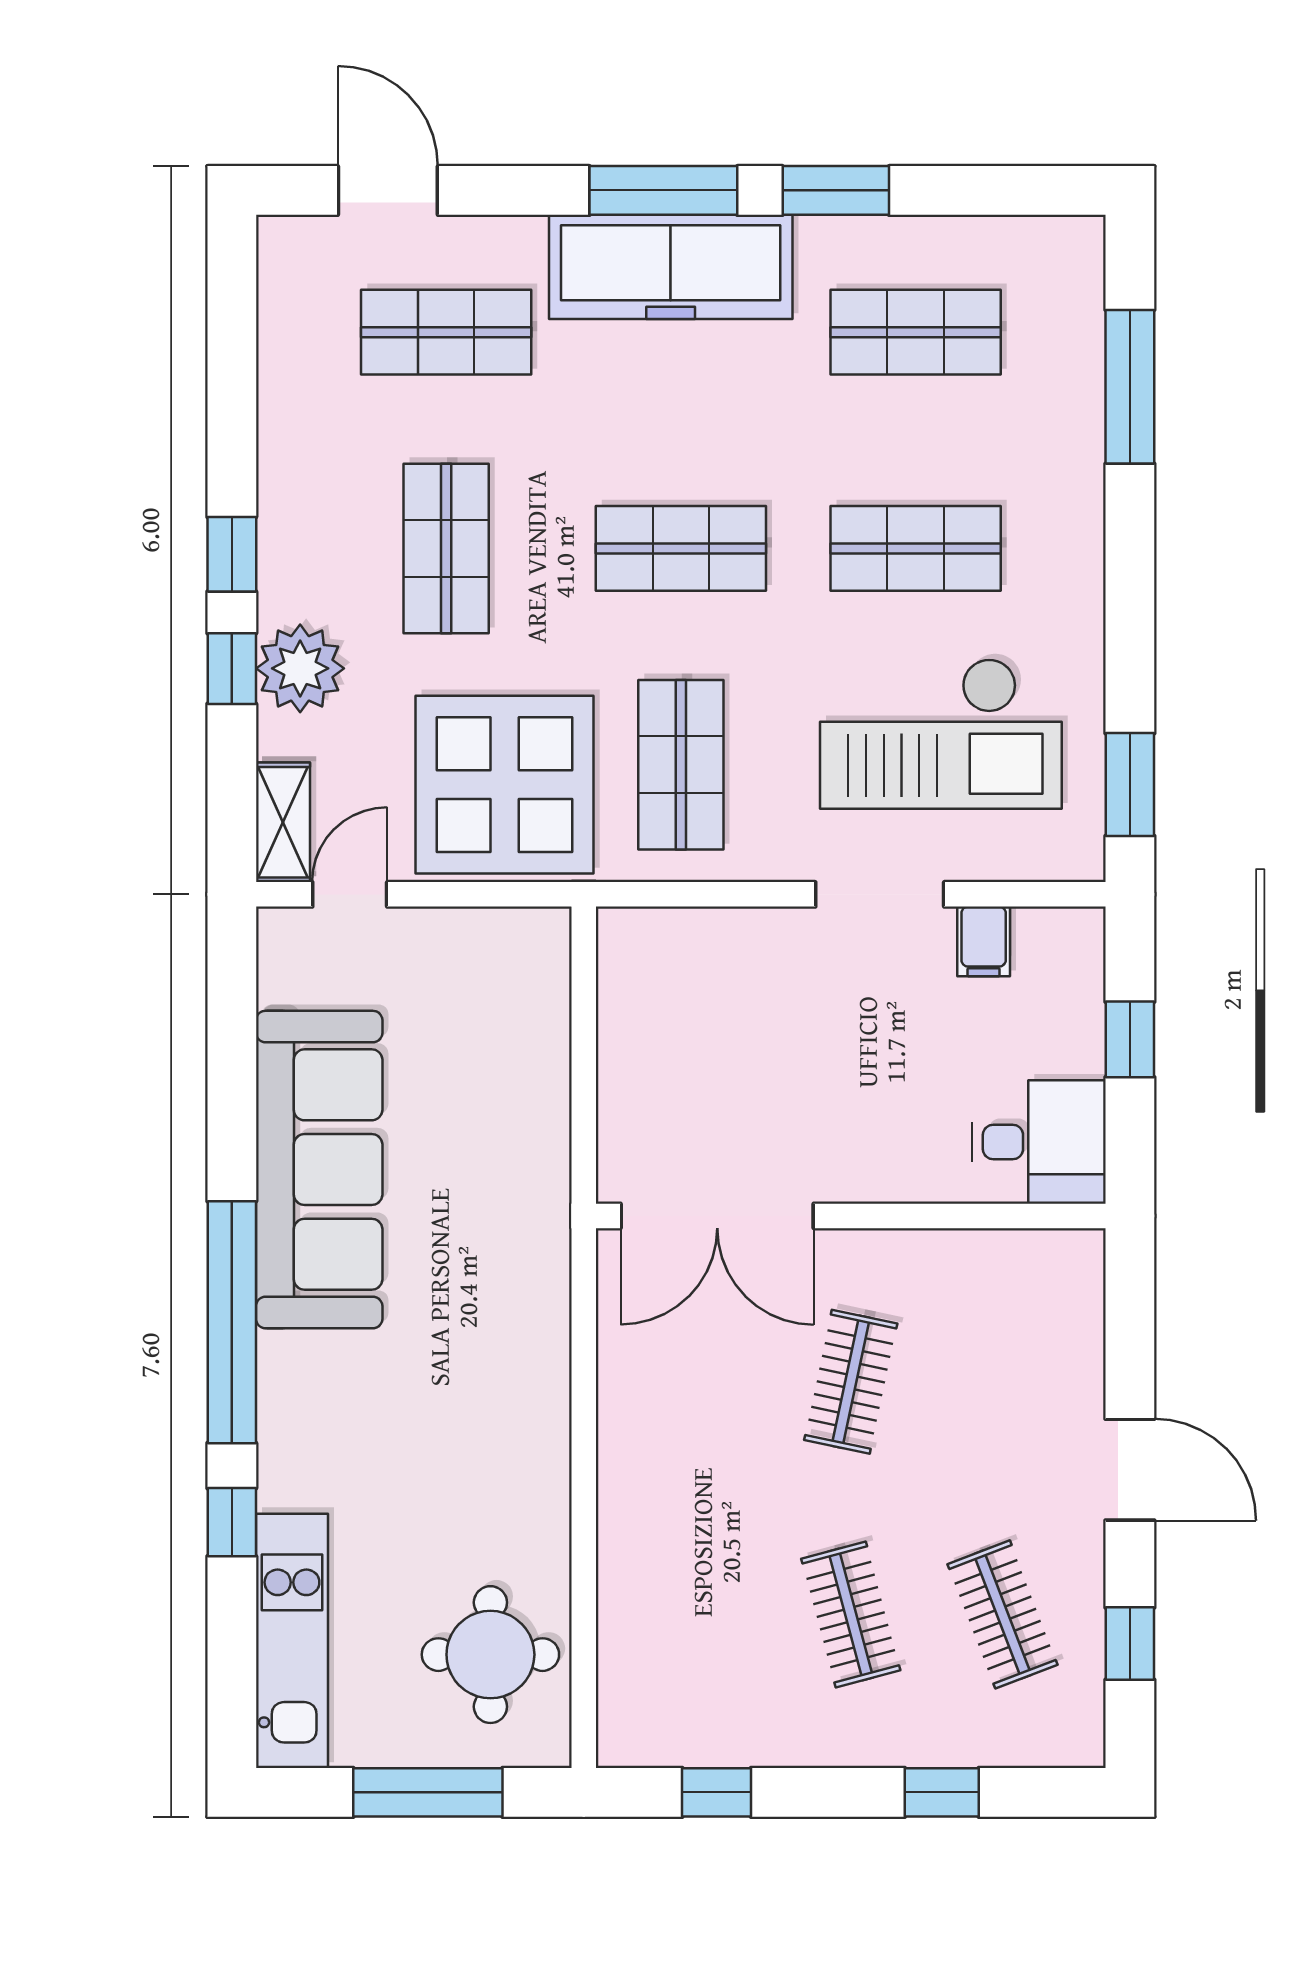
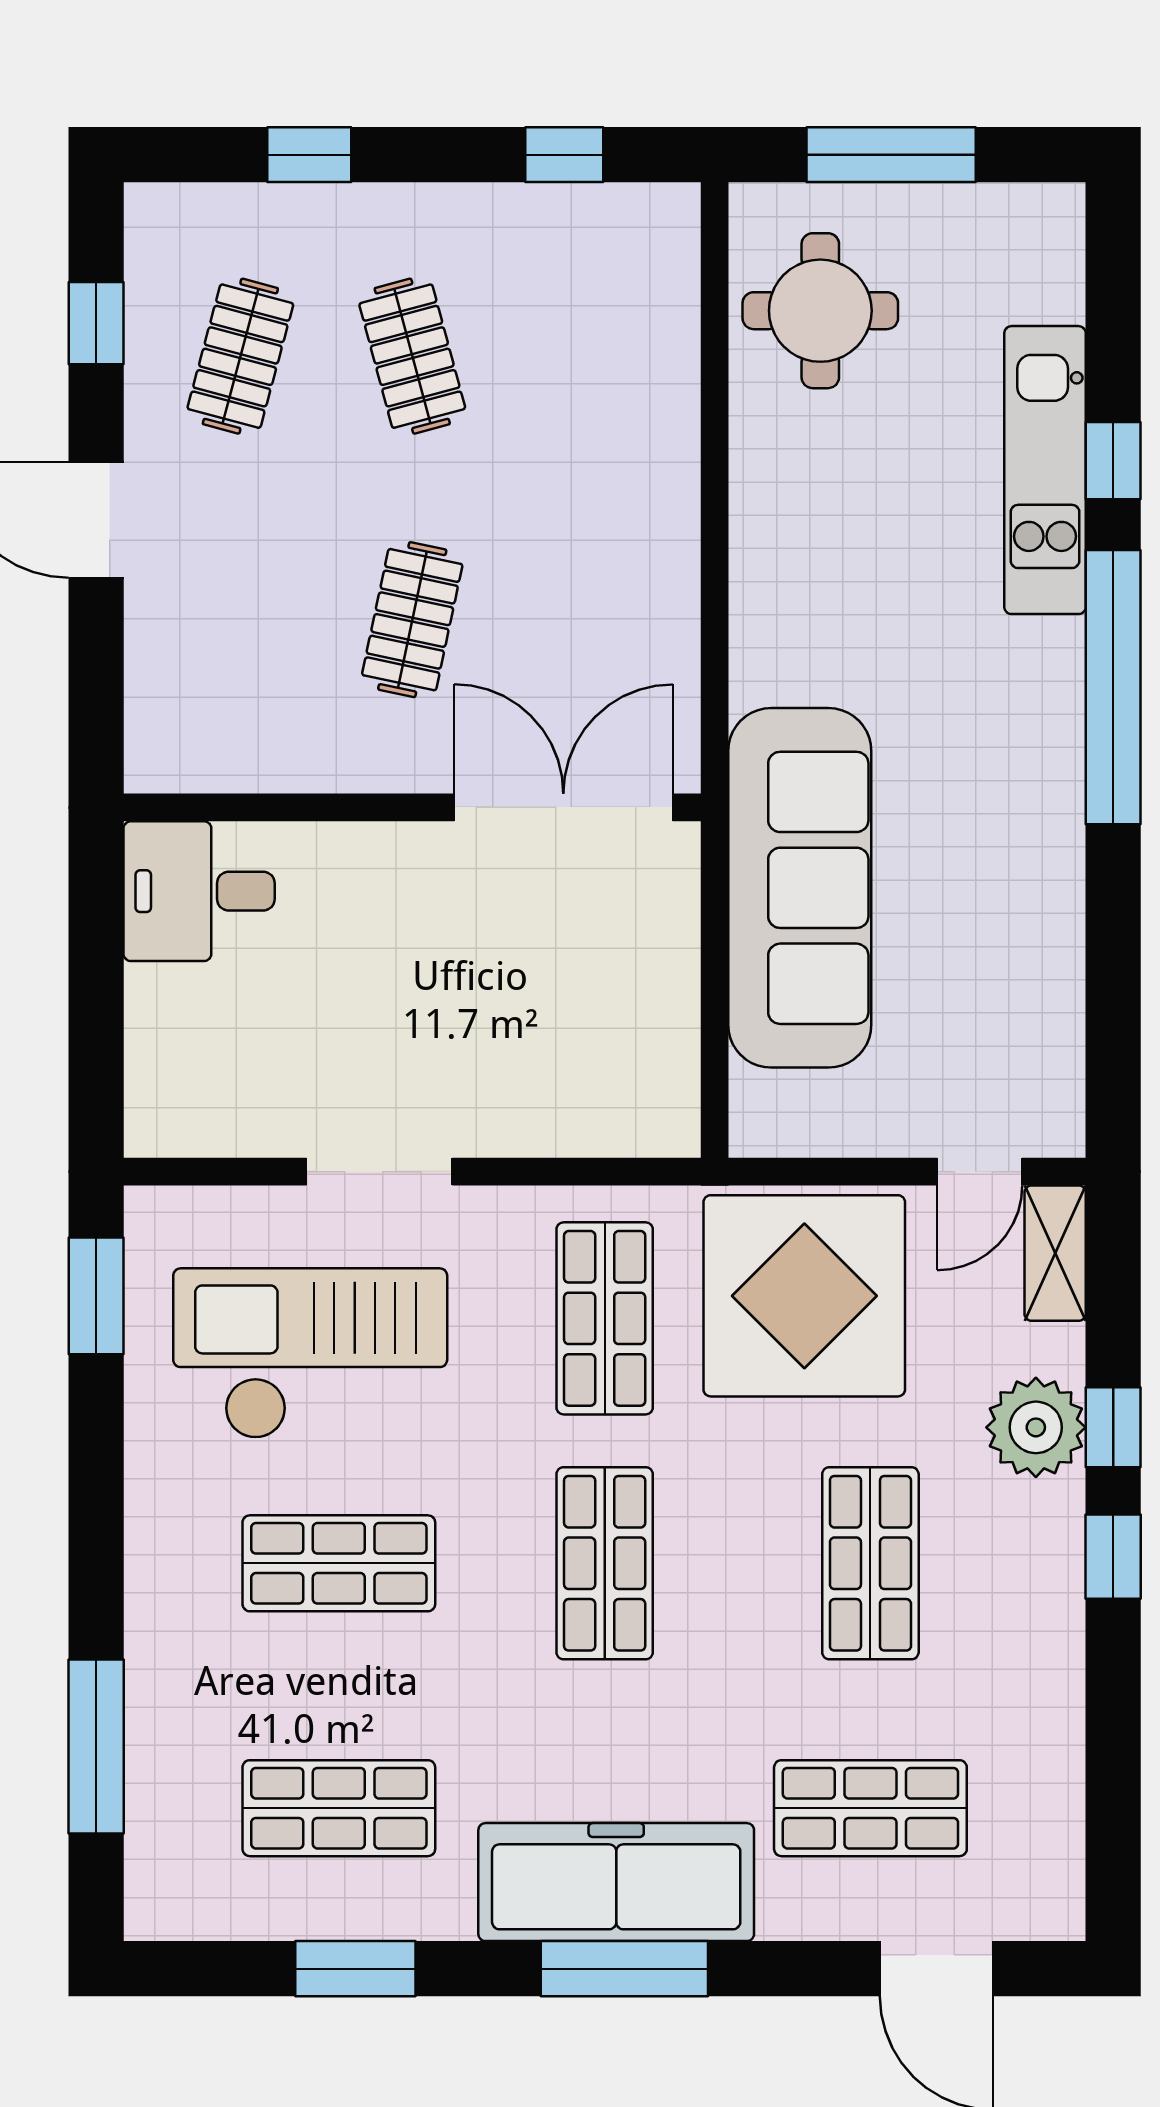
window: (836, 190) -> (355, 1969), moved
shop shelf: (681, 548) -> (605, 1563), turned 90
filing cabinet: (984, 941) -> (262, 1118), removed
window: (1130, 1039) -> (96, 1007), removed
sofa: (319, 1170) -> (800, 888), moved, turned 180
clothes rail: (1003, 1614) -> (240, 356), turned 36
kitchen unit: (292, 1641) -> (1045, 470), moved

